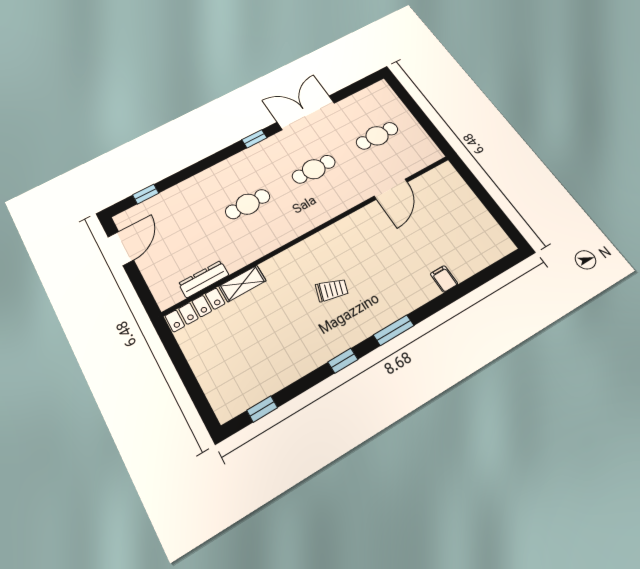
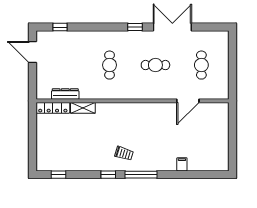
cafe table: (377, 136) -> (201, 65), turned 90
cafe table: (248, 204) -> (110, 65), turned 90
door: (121, 248) -> (32, 52), swing flipped
trolley: (332, 290) -> (124, 153), moved
window: (394, 330) -> (141, 175), width x1.44

